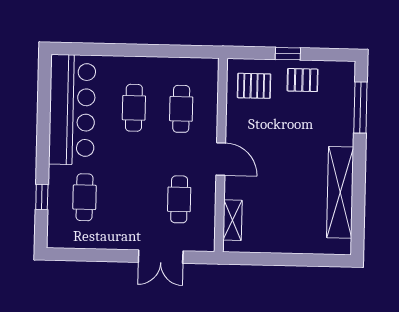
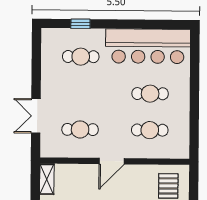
shelving: (232, 220) -> (47, 179), moved, turned 90

